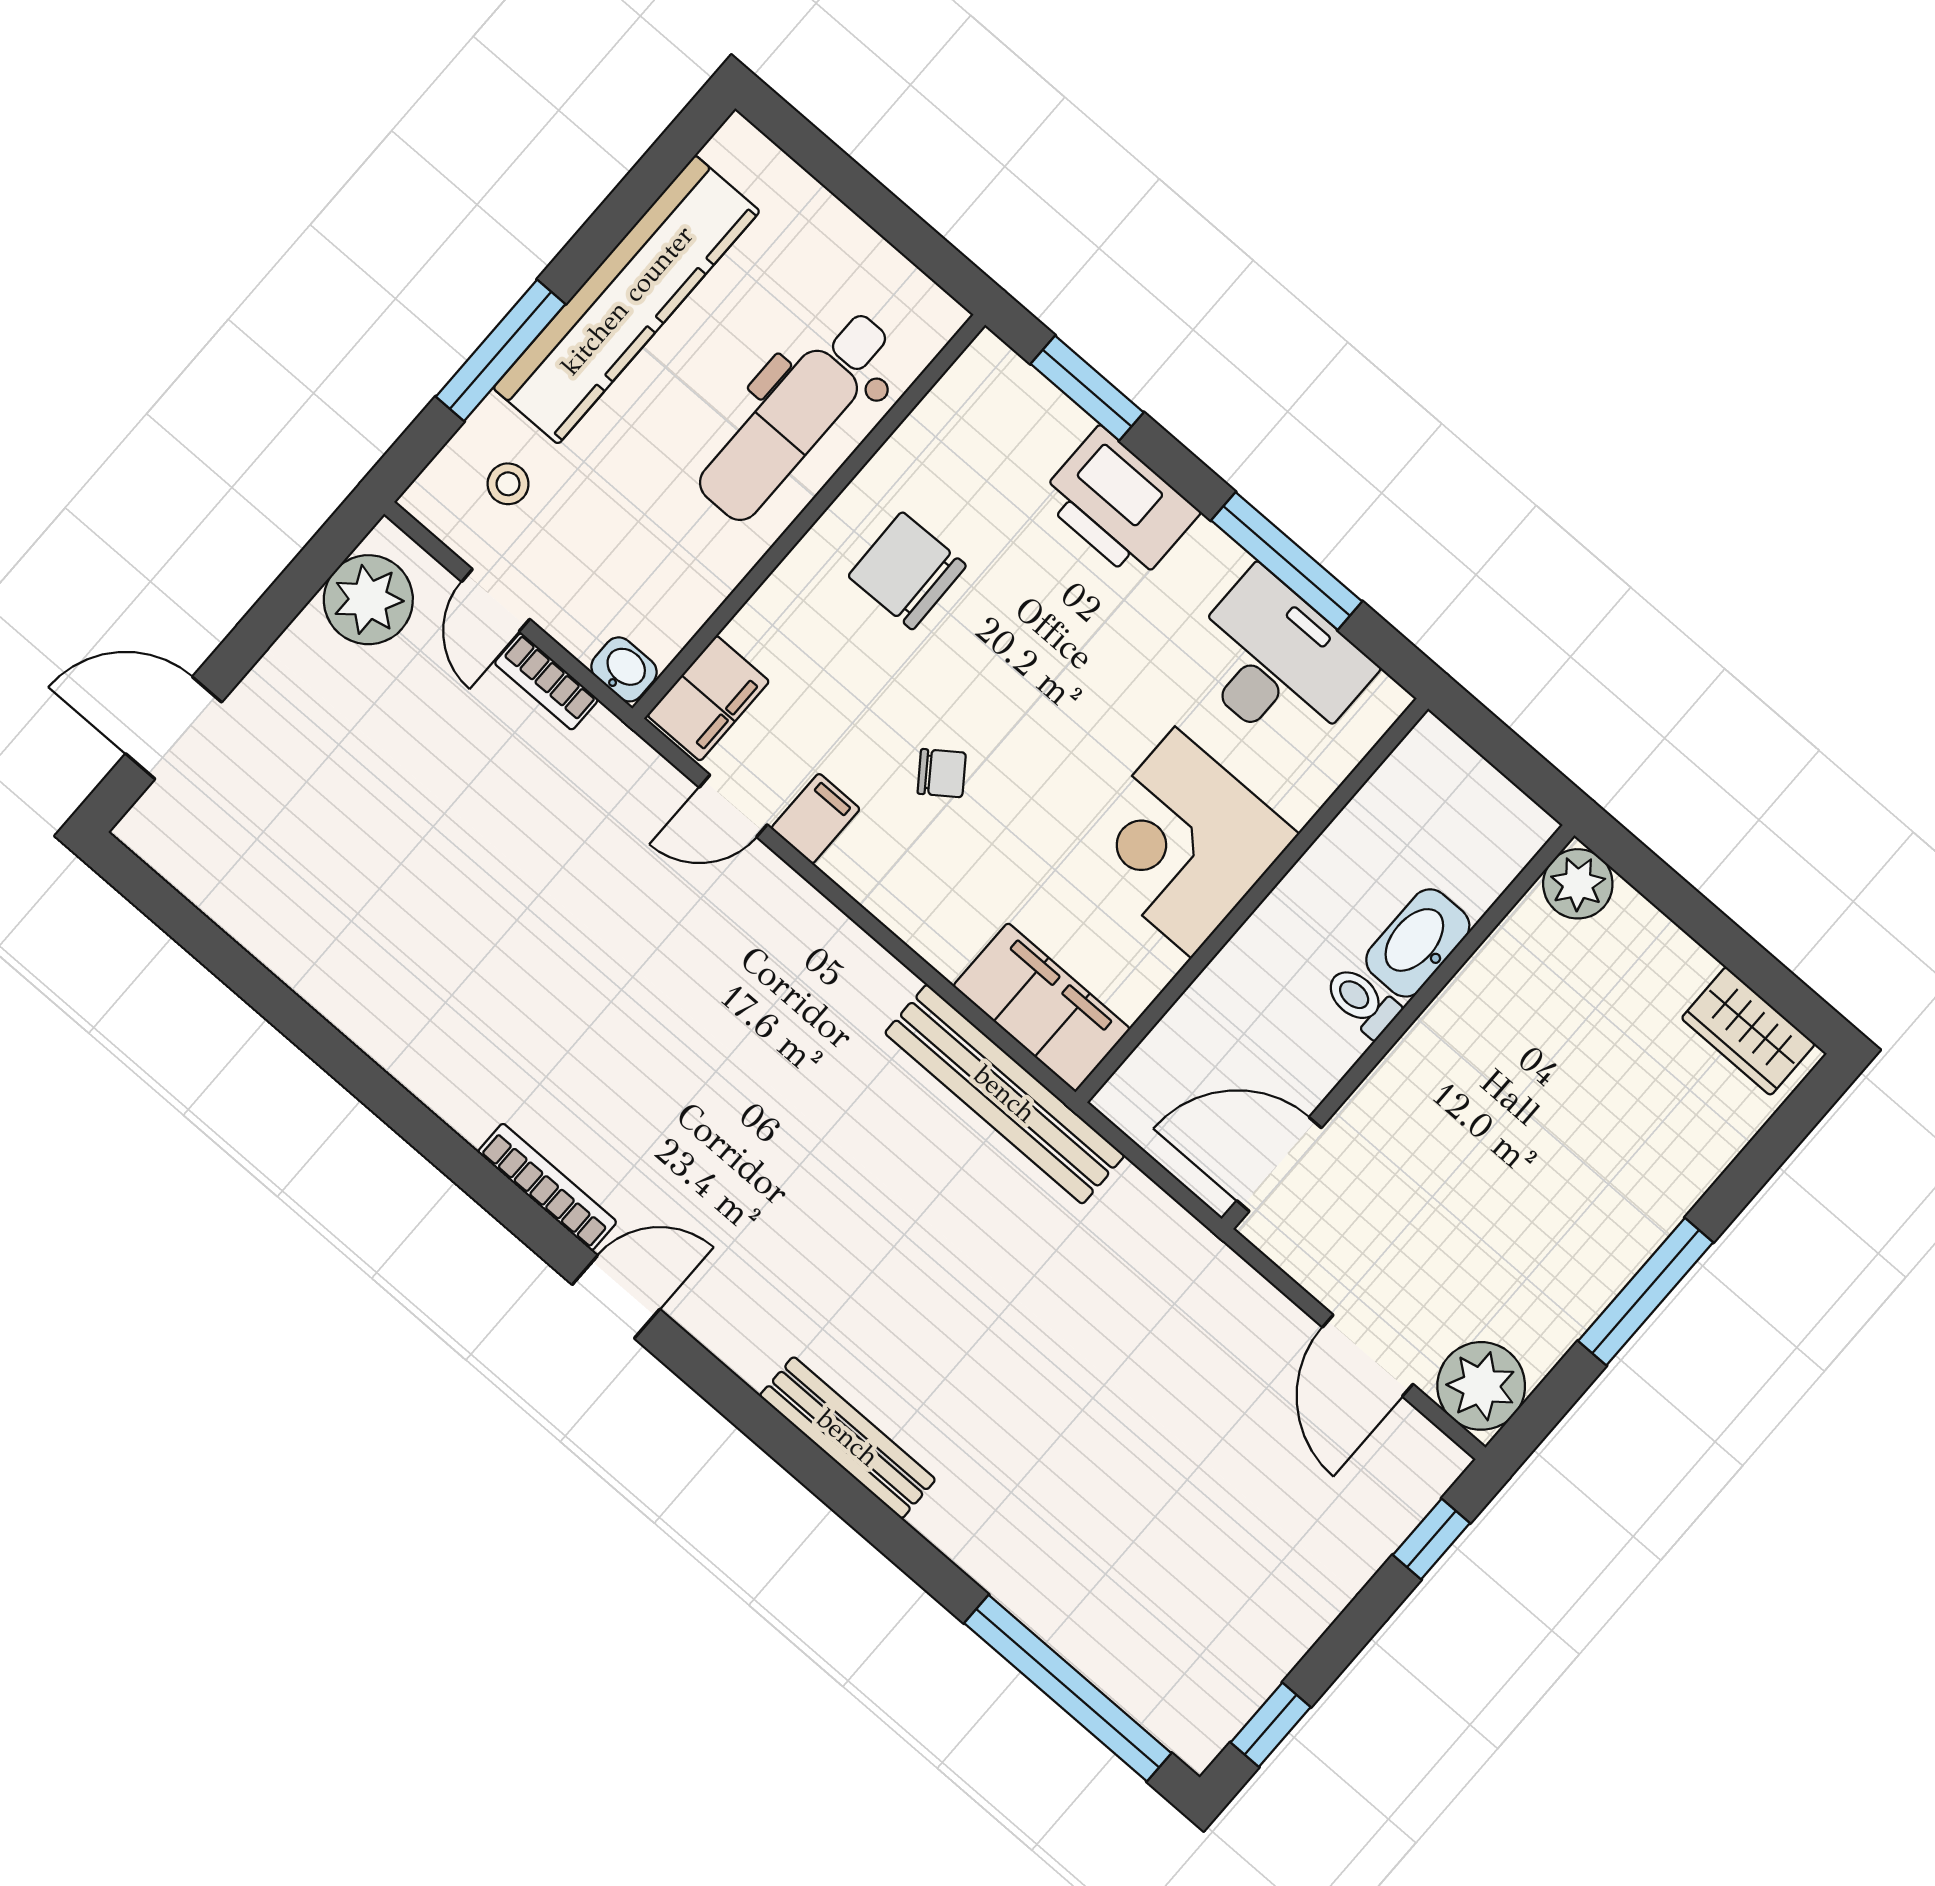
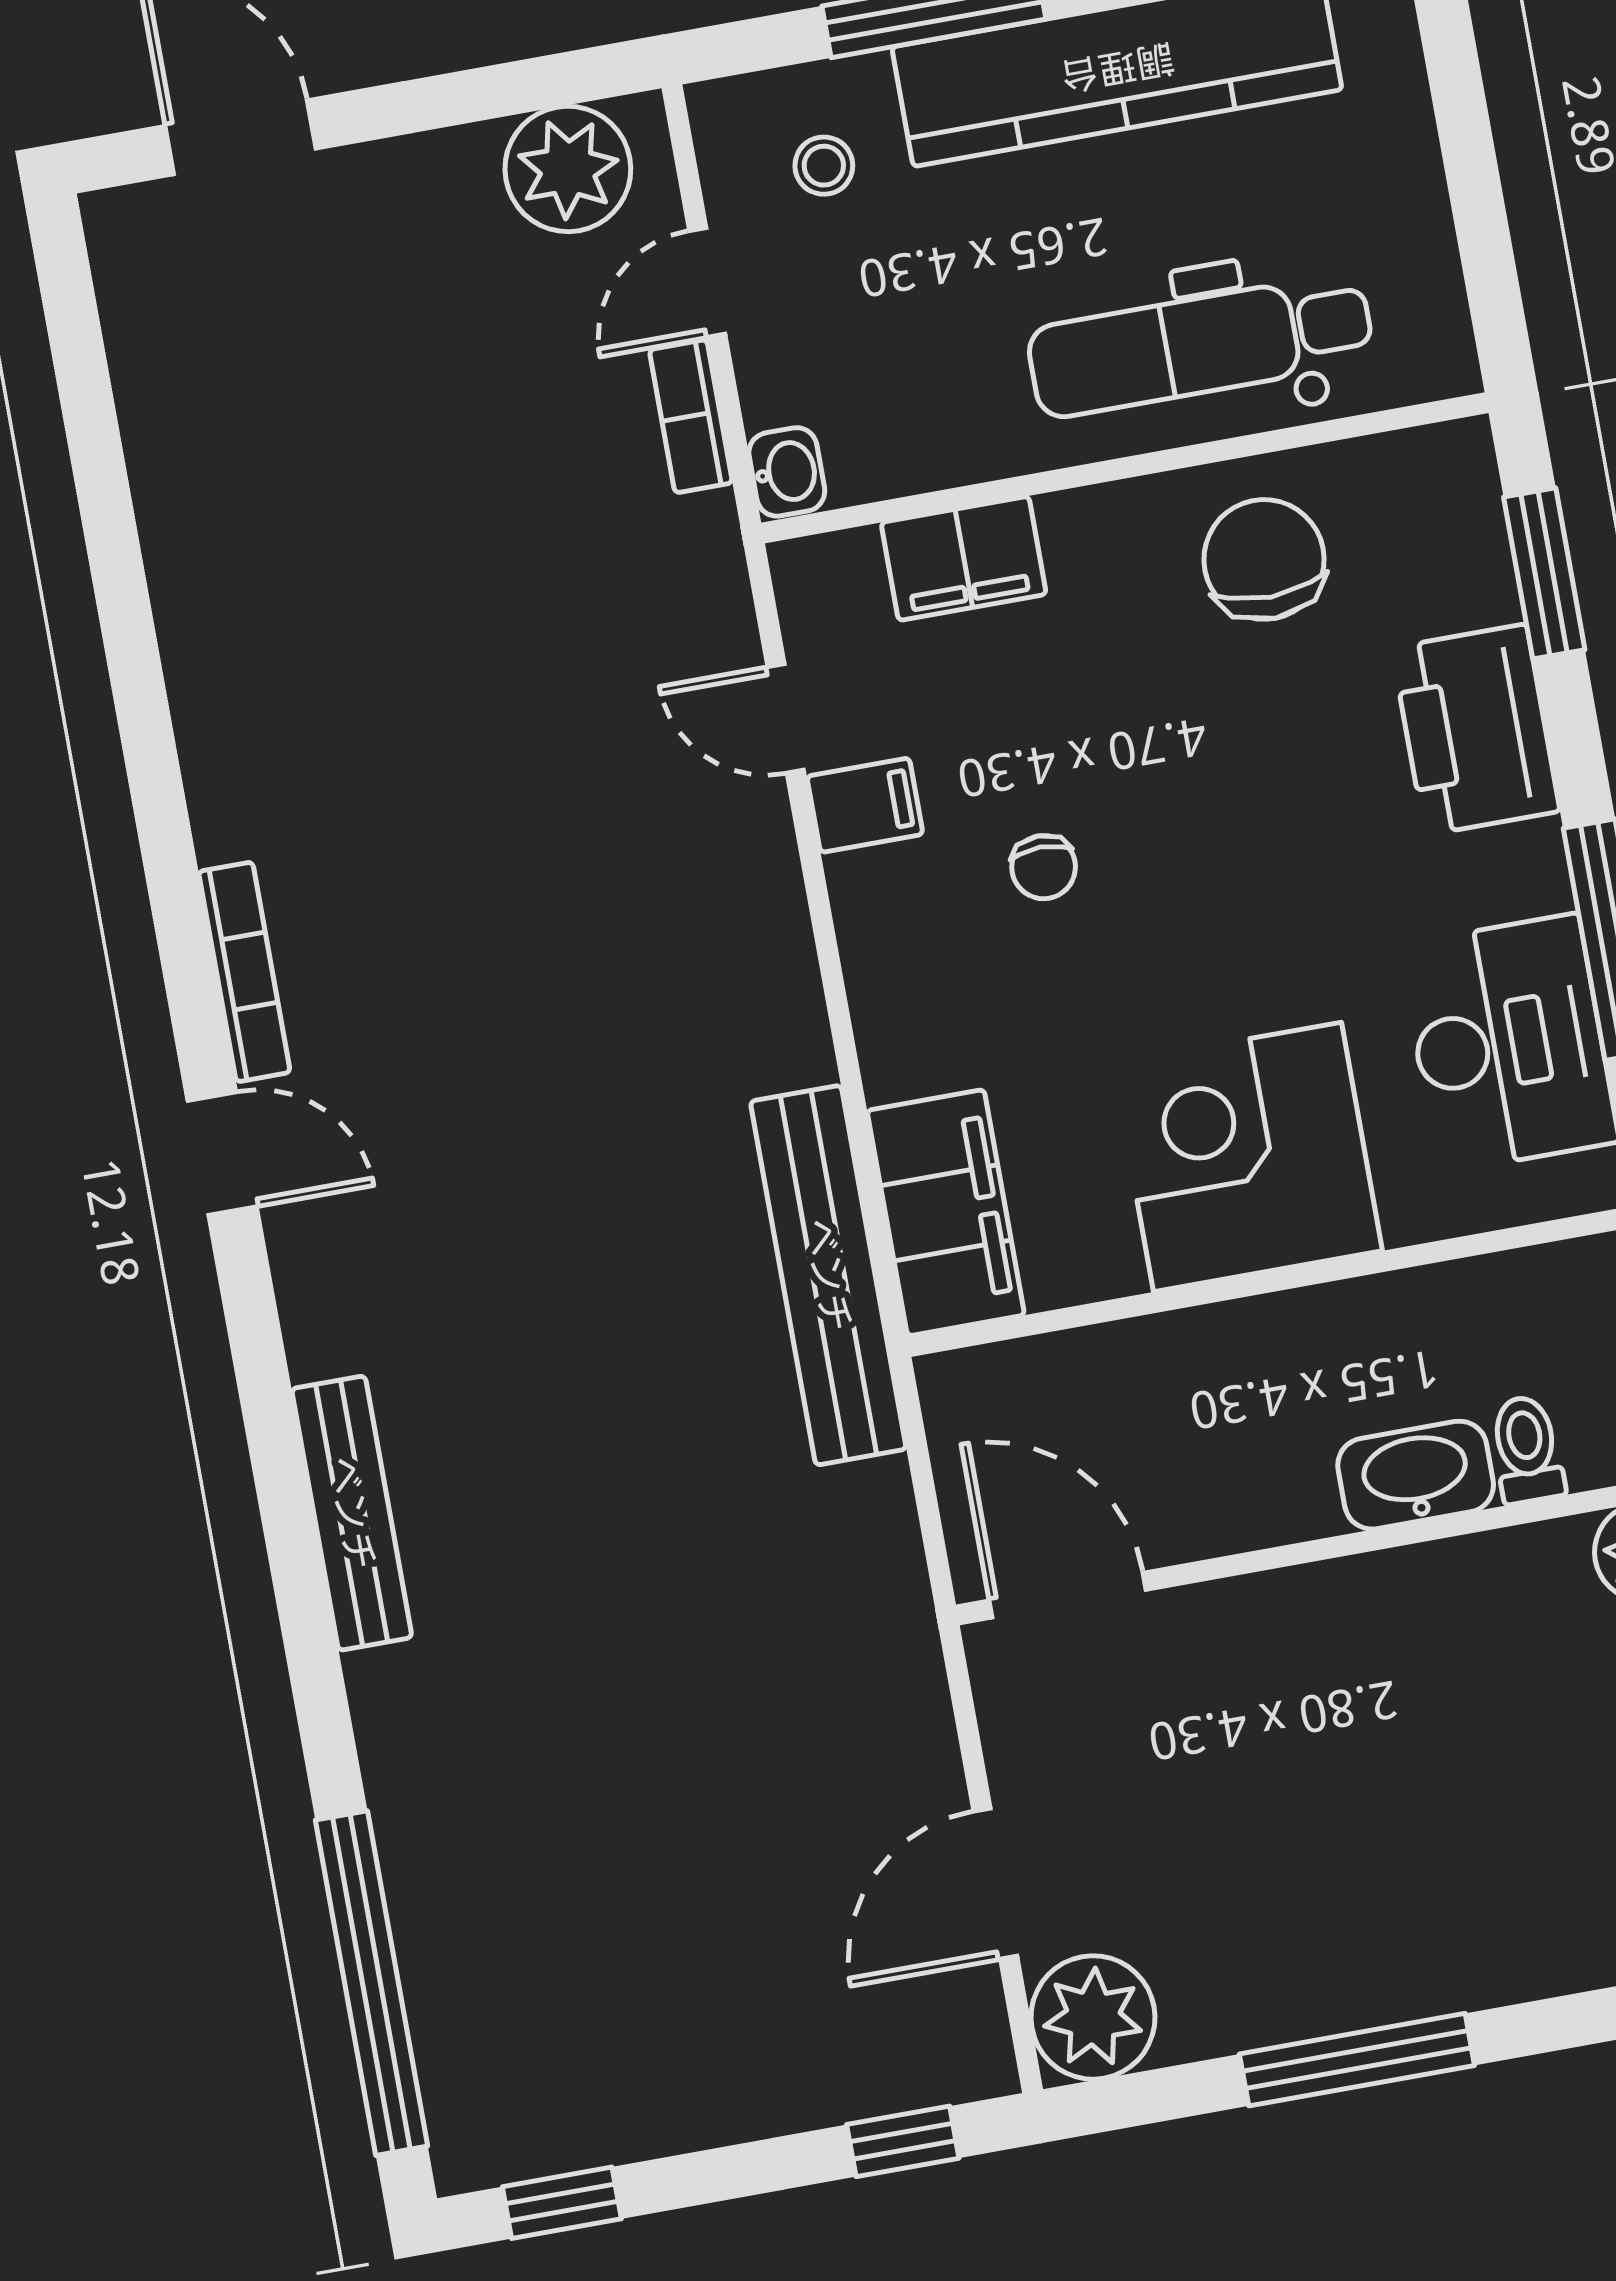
chair: (907, 571) -> (1264, 559), moved
filing cabinet: (708, 698) -> (964, 558), moved
chair: (942, 773) -> (1044, 867), turned 36
toilet: (1362, 1001) -> (1527, 1449), moved

